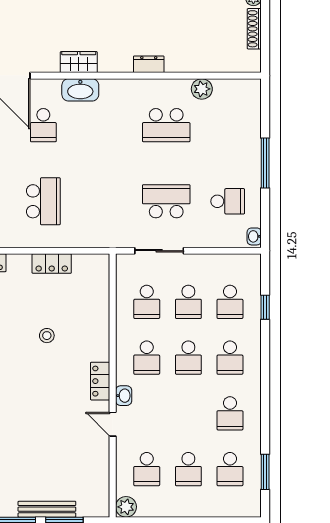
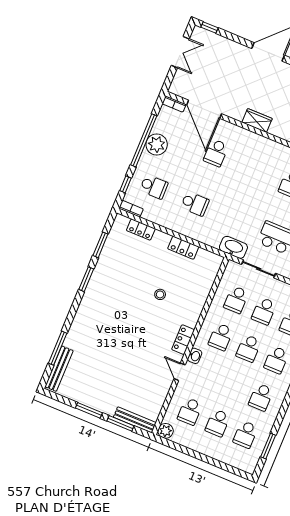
washbasin: (80, 90) -> (233, 247), moved, turned 180
school desk: (43, 201) -> (195, 204), width x0.54
bench: (47, 509) -> (135, 420), moved

